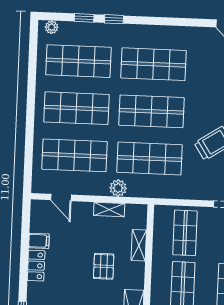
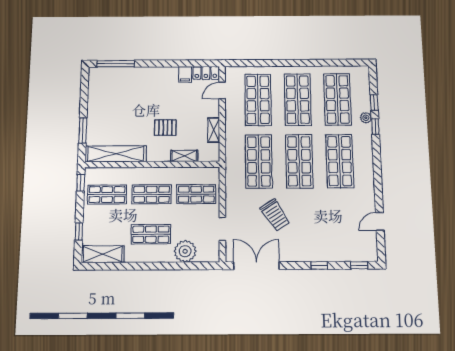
plant: (52, 27) -> (366, 118), moved
plant: (118, 188) -> (232, 136), removed
locker: (36, 266) -> (206, 73), moved

